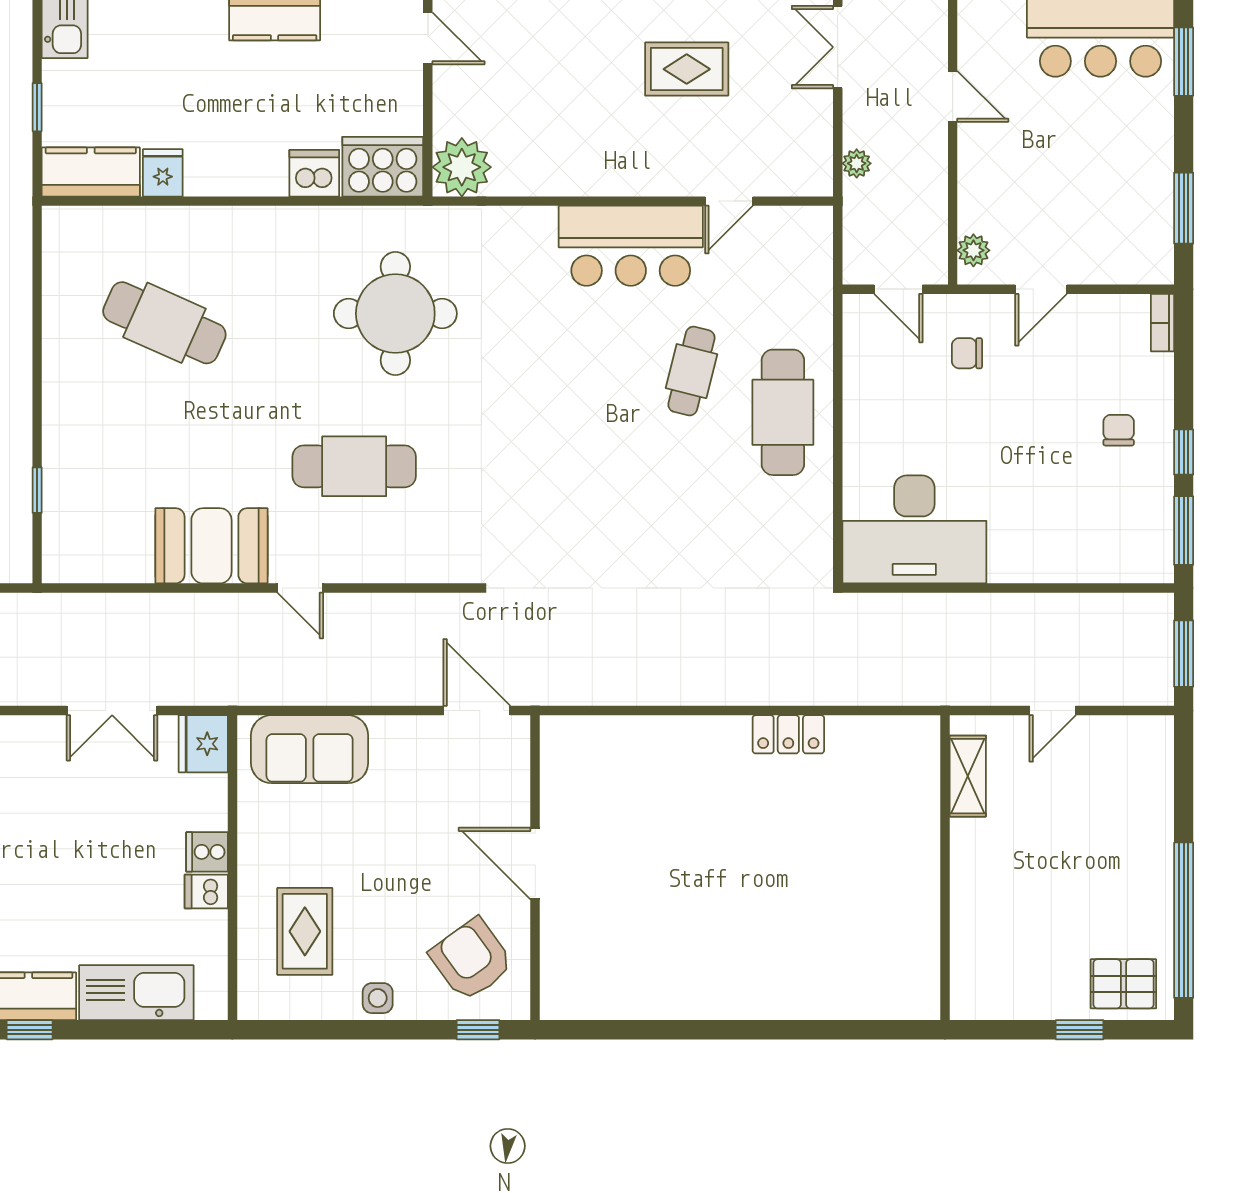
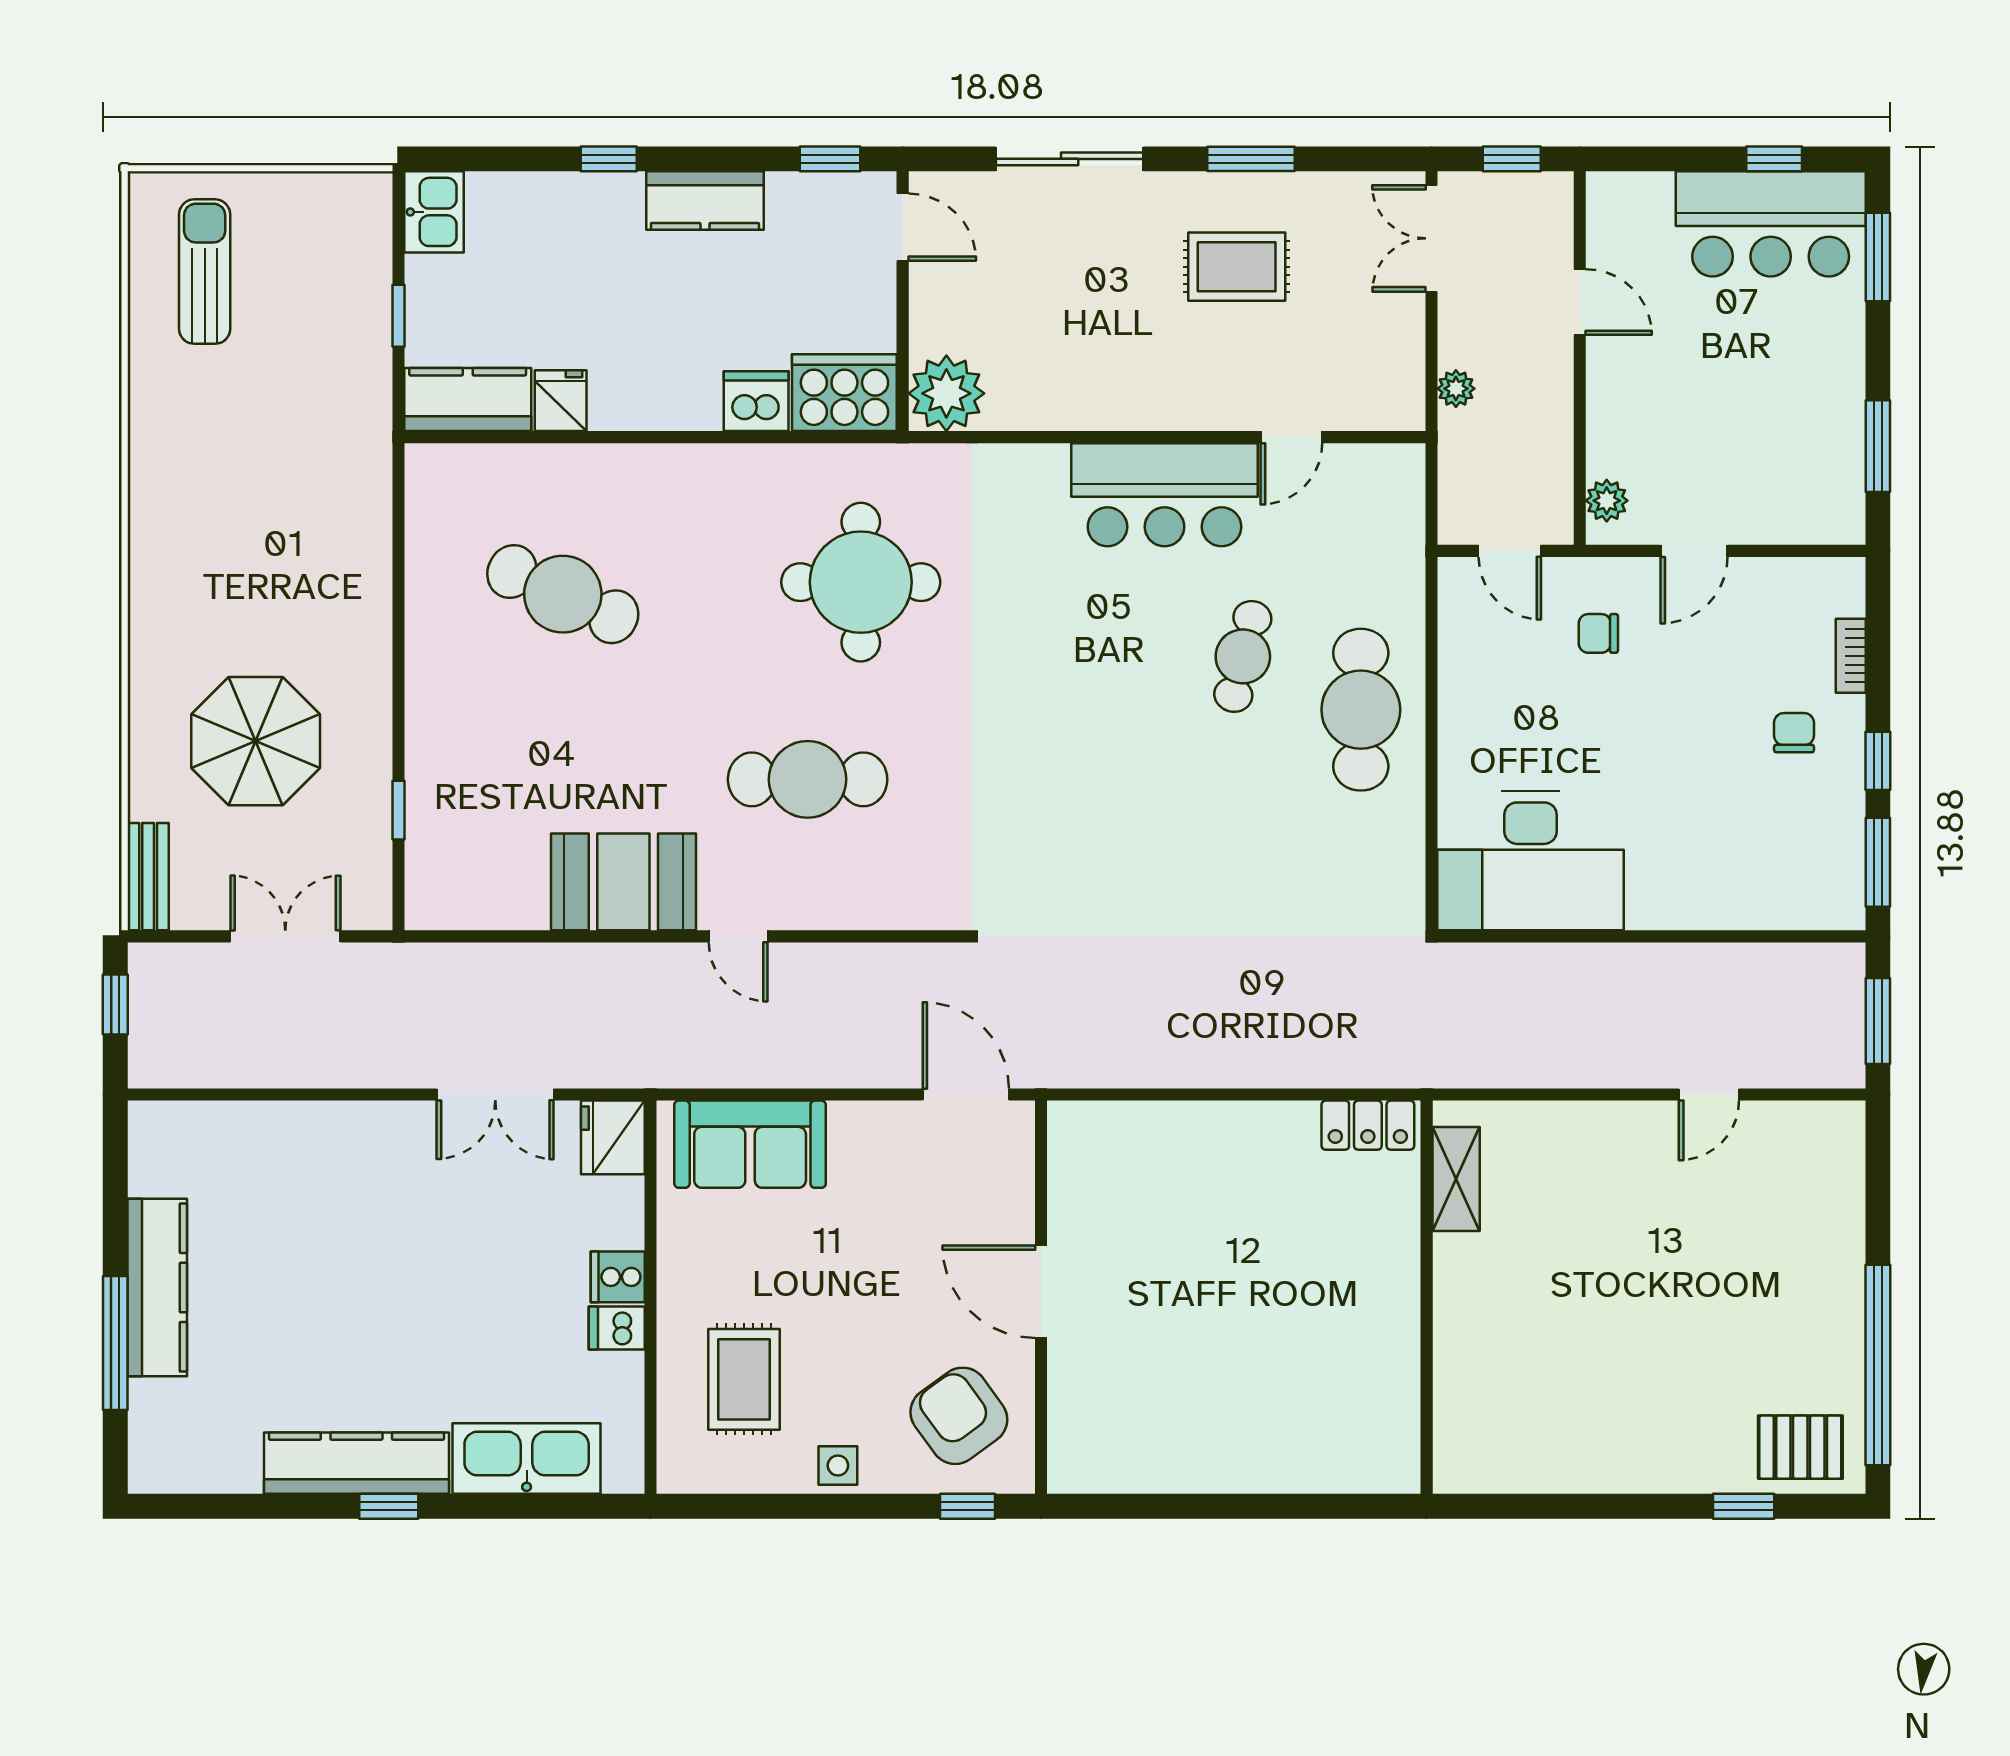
bookcase: (1162, 323) -> (1851, 656), moved
shelving: (968, 776) -> (1456, 1179), moved
wall: (945, 868) -> (1427, 1297), moved

